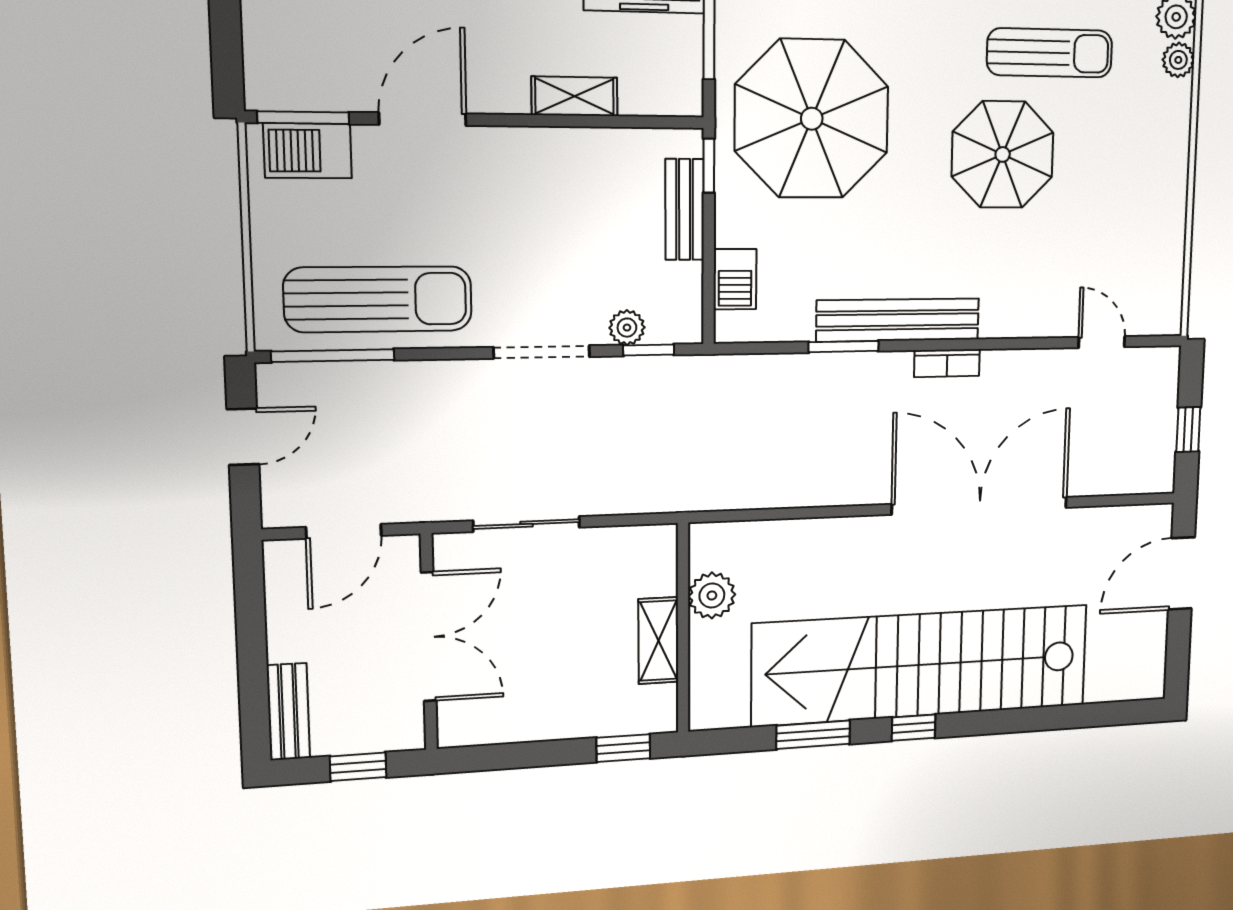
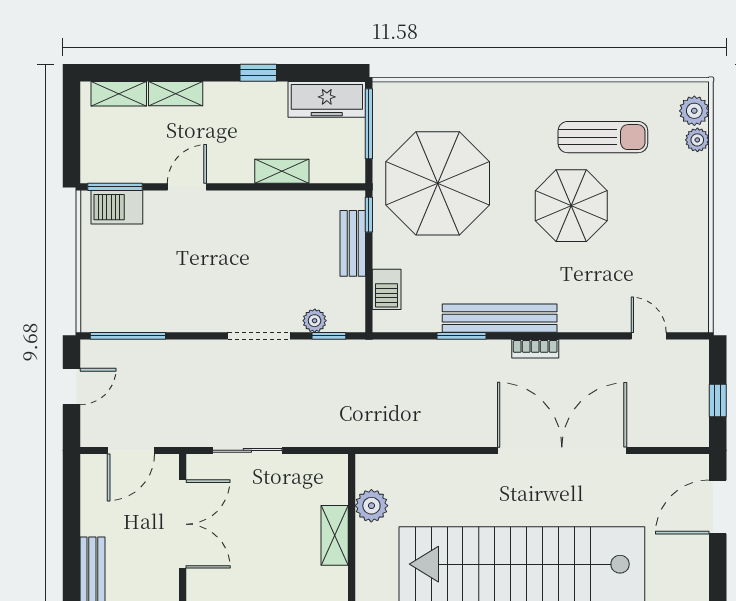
door: (423, 119) -> (187, 187), width x0.73
sun lounger: (378, 299) -> (157, 300), removed

